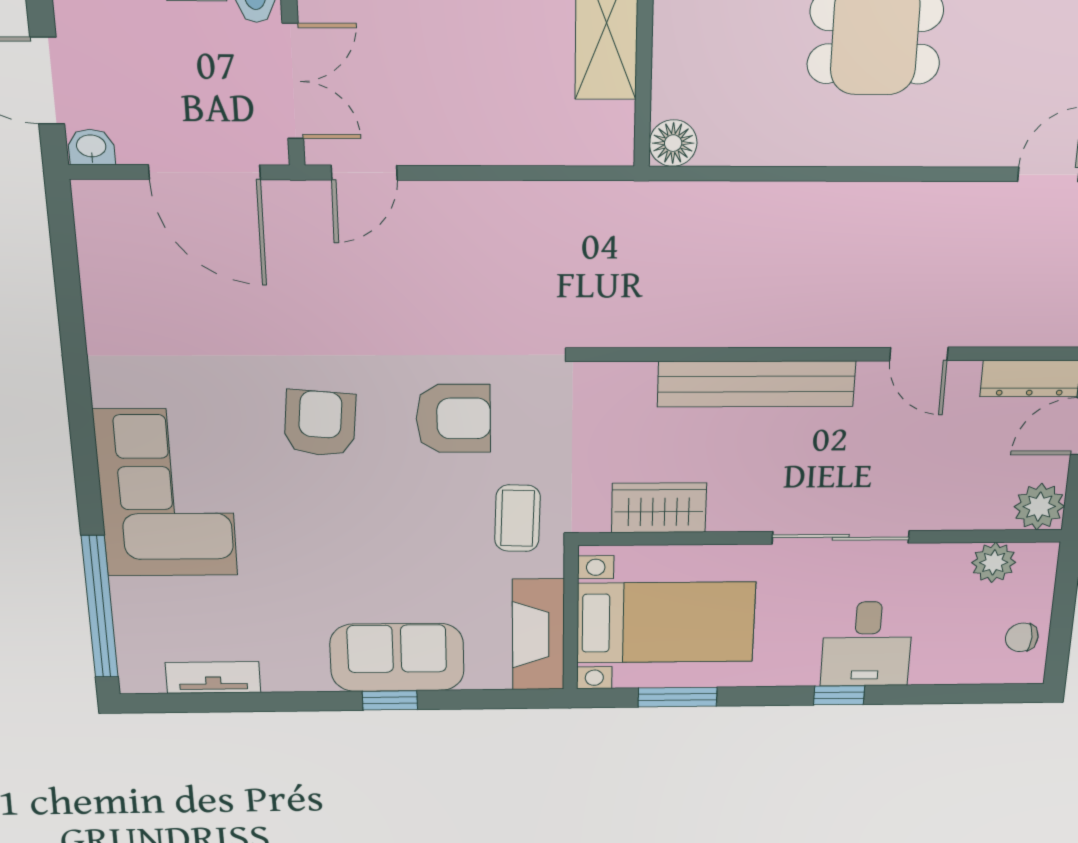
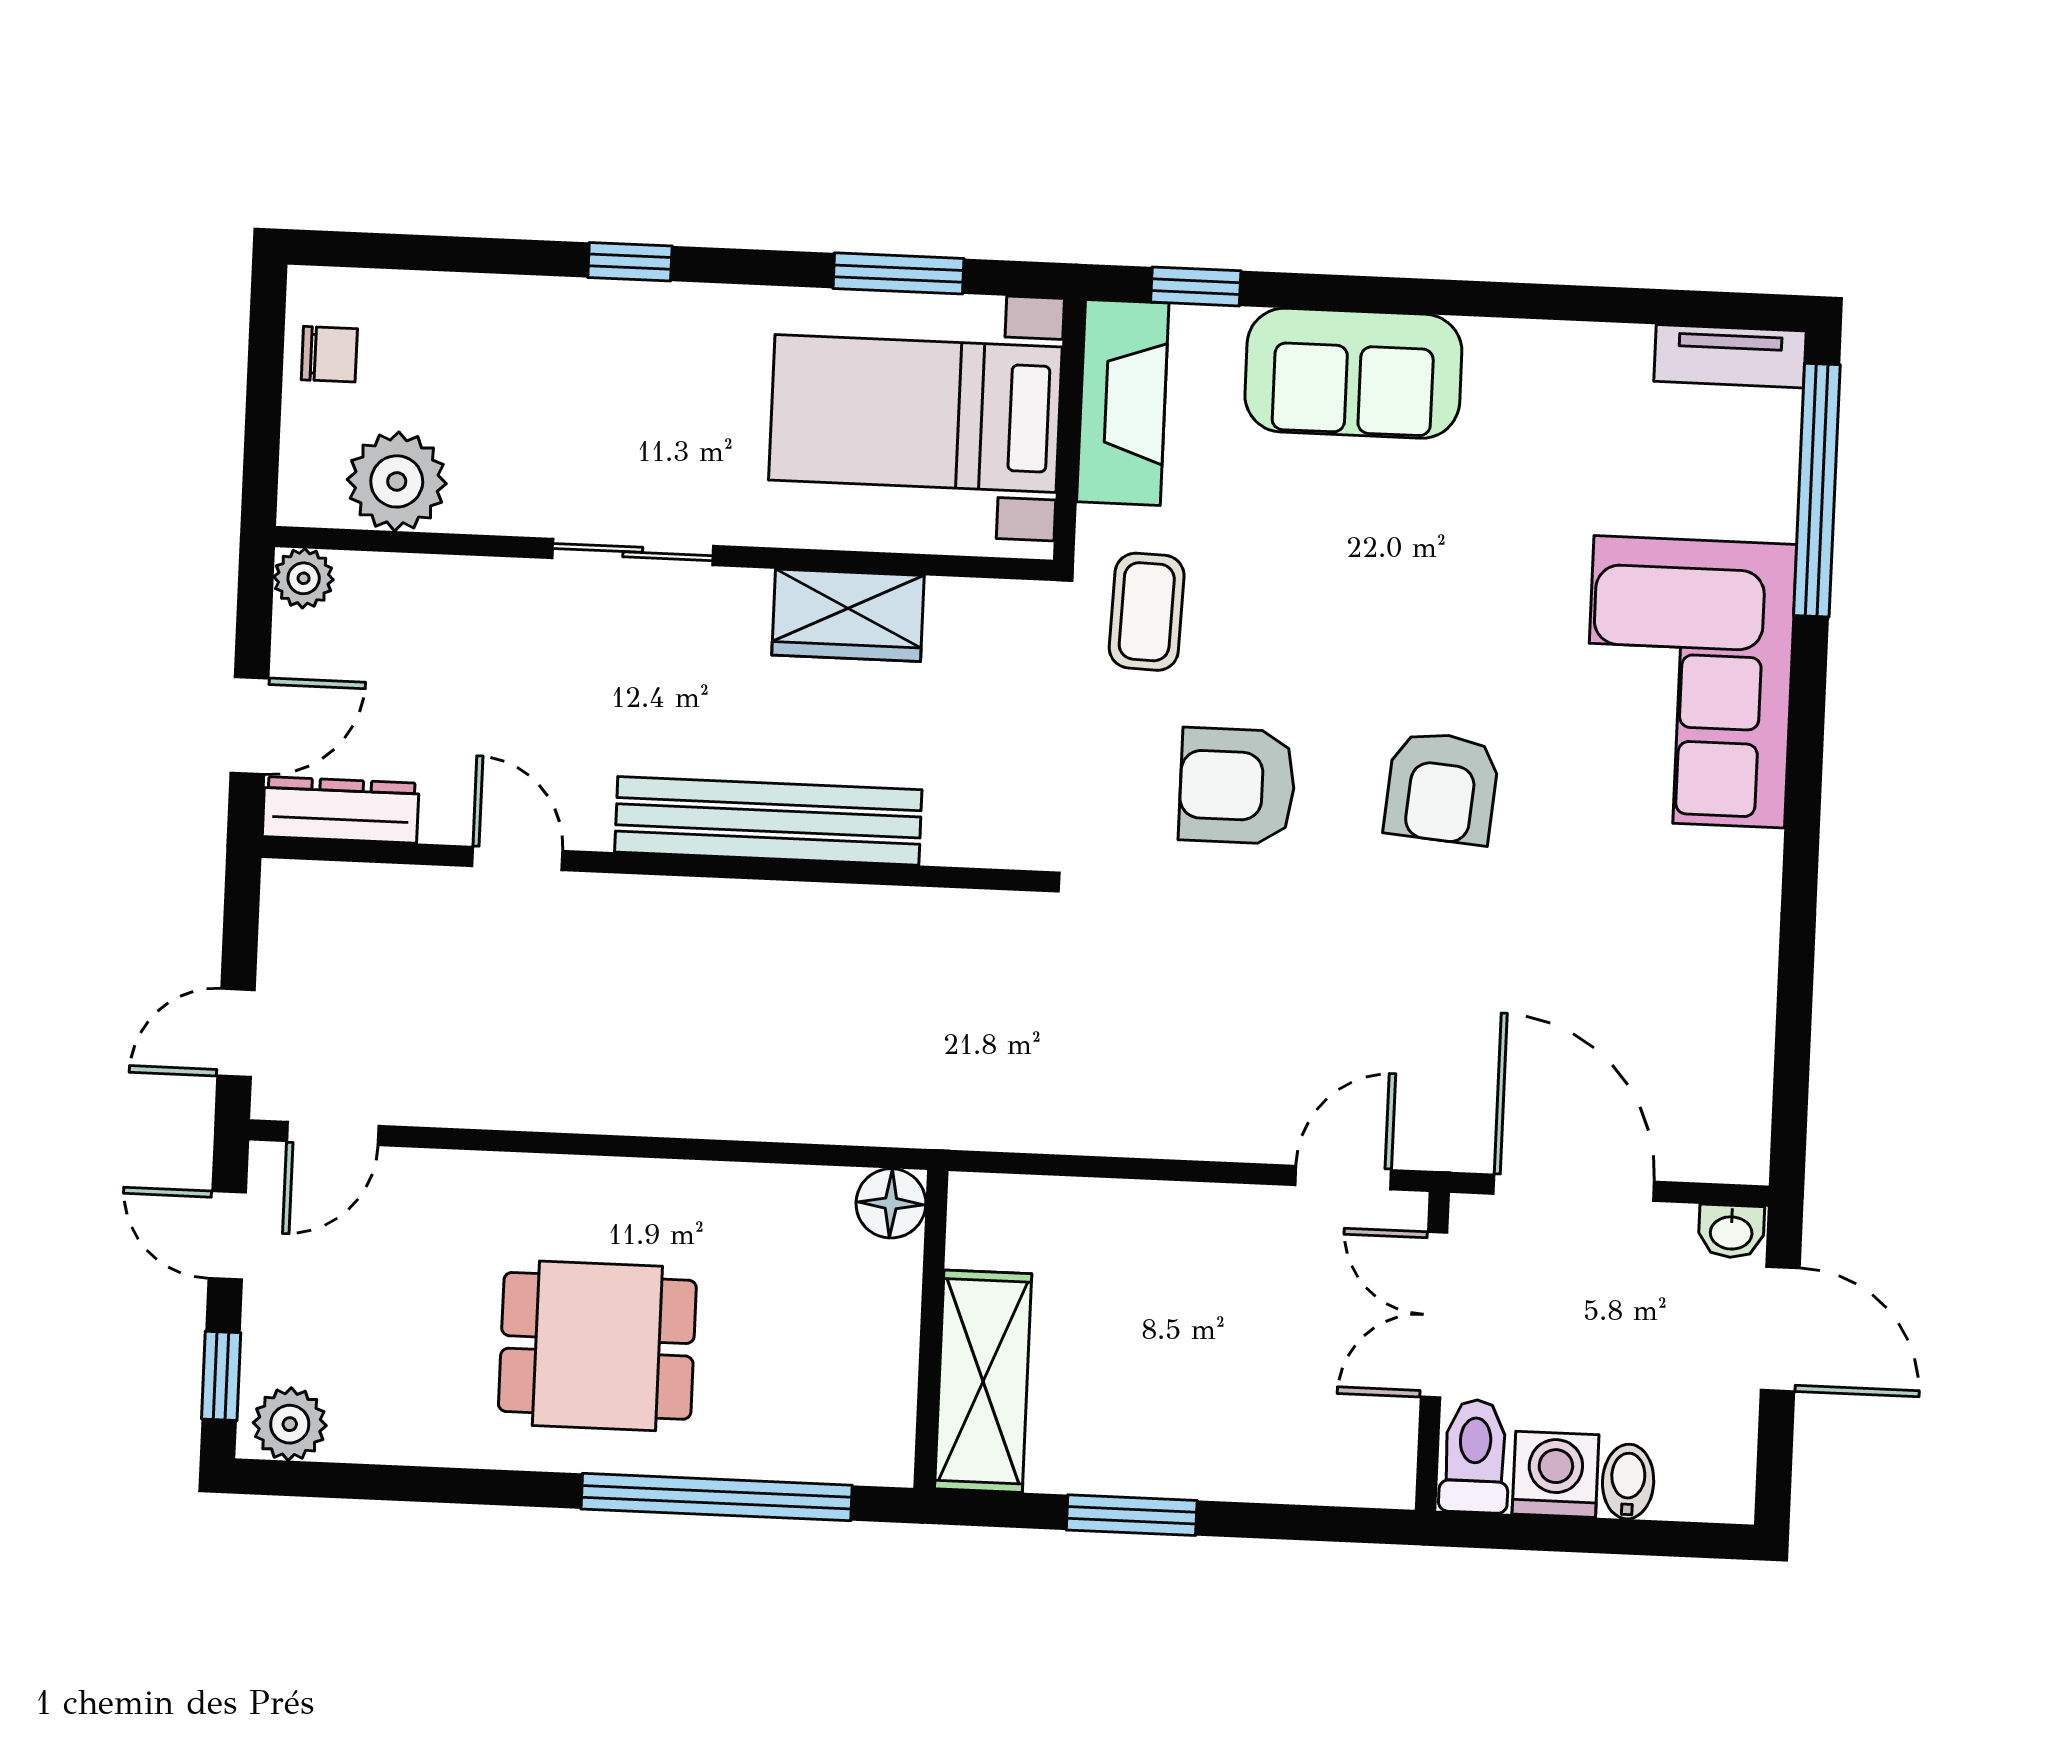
plant: (1039, 507) -> (304, 578), width x0.73, depth x0.73
wardrobe: (659, 508) -> (848, 615), moved
sliding door: (841, 537) -> (633, 552), width x0.73
plant: (994, 563) -> (397, 481), width x1.36, depth x1.36
desk: (867, 644) -> (586, 356), removed
tv unit: (213, 677) -> (1730, 356), moved
window: (390, 700) -> (1196, 286), moved

